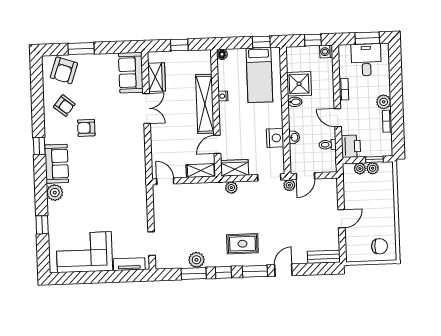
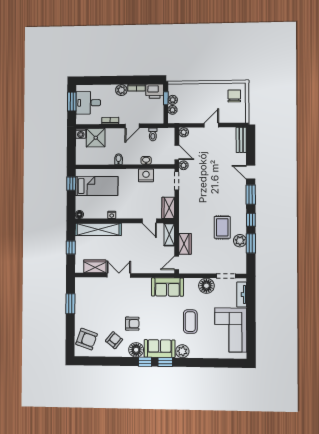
window: (313, 40) -> (71, 144), removed
window: (81, 49) -> (70, 304), moved
sofa: (131, 73) -> (167, 287), moved
shower: (299, 84) -> (96, 138), moved
shelving: (205, 104) -> (98, 229), moved
armchair: (86, 128) -> (132, 324), turned -90
floor lamp: (54, 134) -> (136, 350), added
printer: (351, 146) -> (155, 91), moved, turned 180
plant: (231, 188) -> (184, 132), moved
wardrobe: (190, 191) -> (185, 244), added
coffee table: (92, 201) -> (190, 322), added
door: (341, 219) -> (211, 125), hinge flipped
floor lamp: (138, 220) -> (206, 286), added
window: (42, 225) -> (165, 362), moved
rug: (242, 244) -> (222, 227), moved

